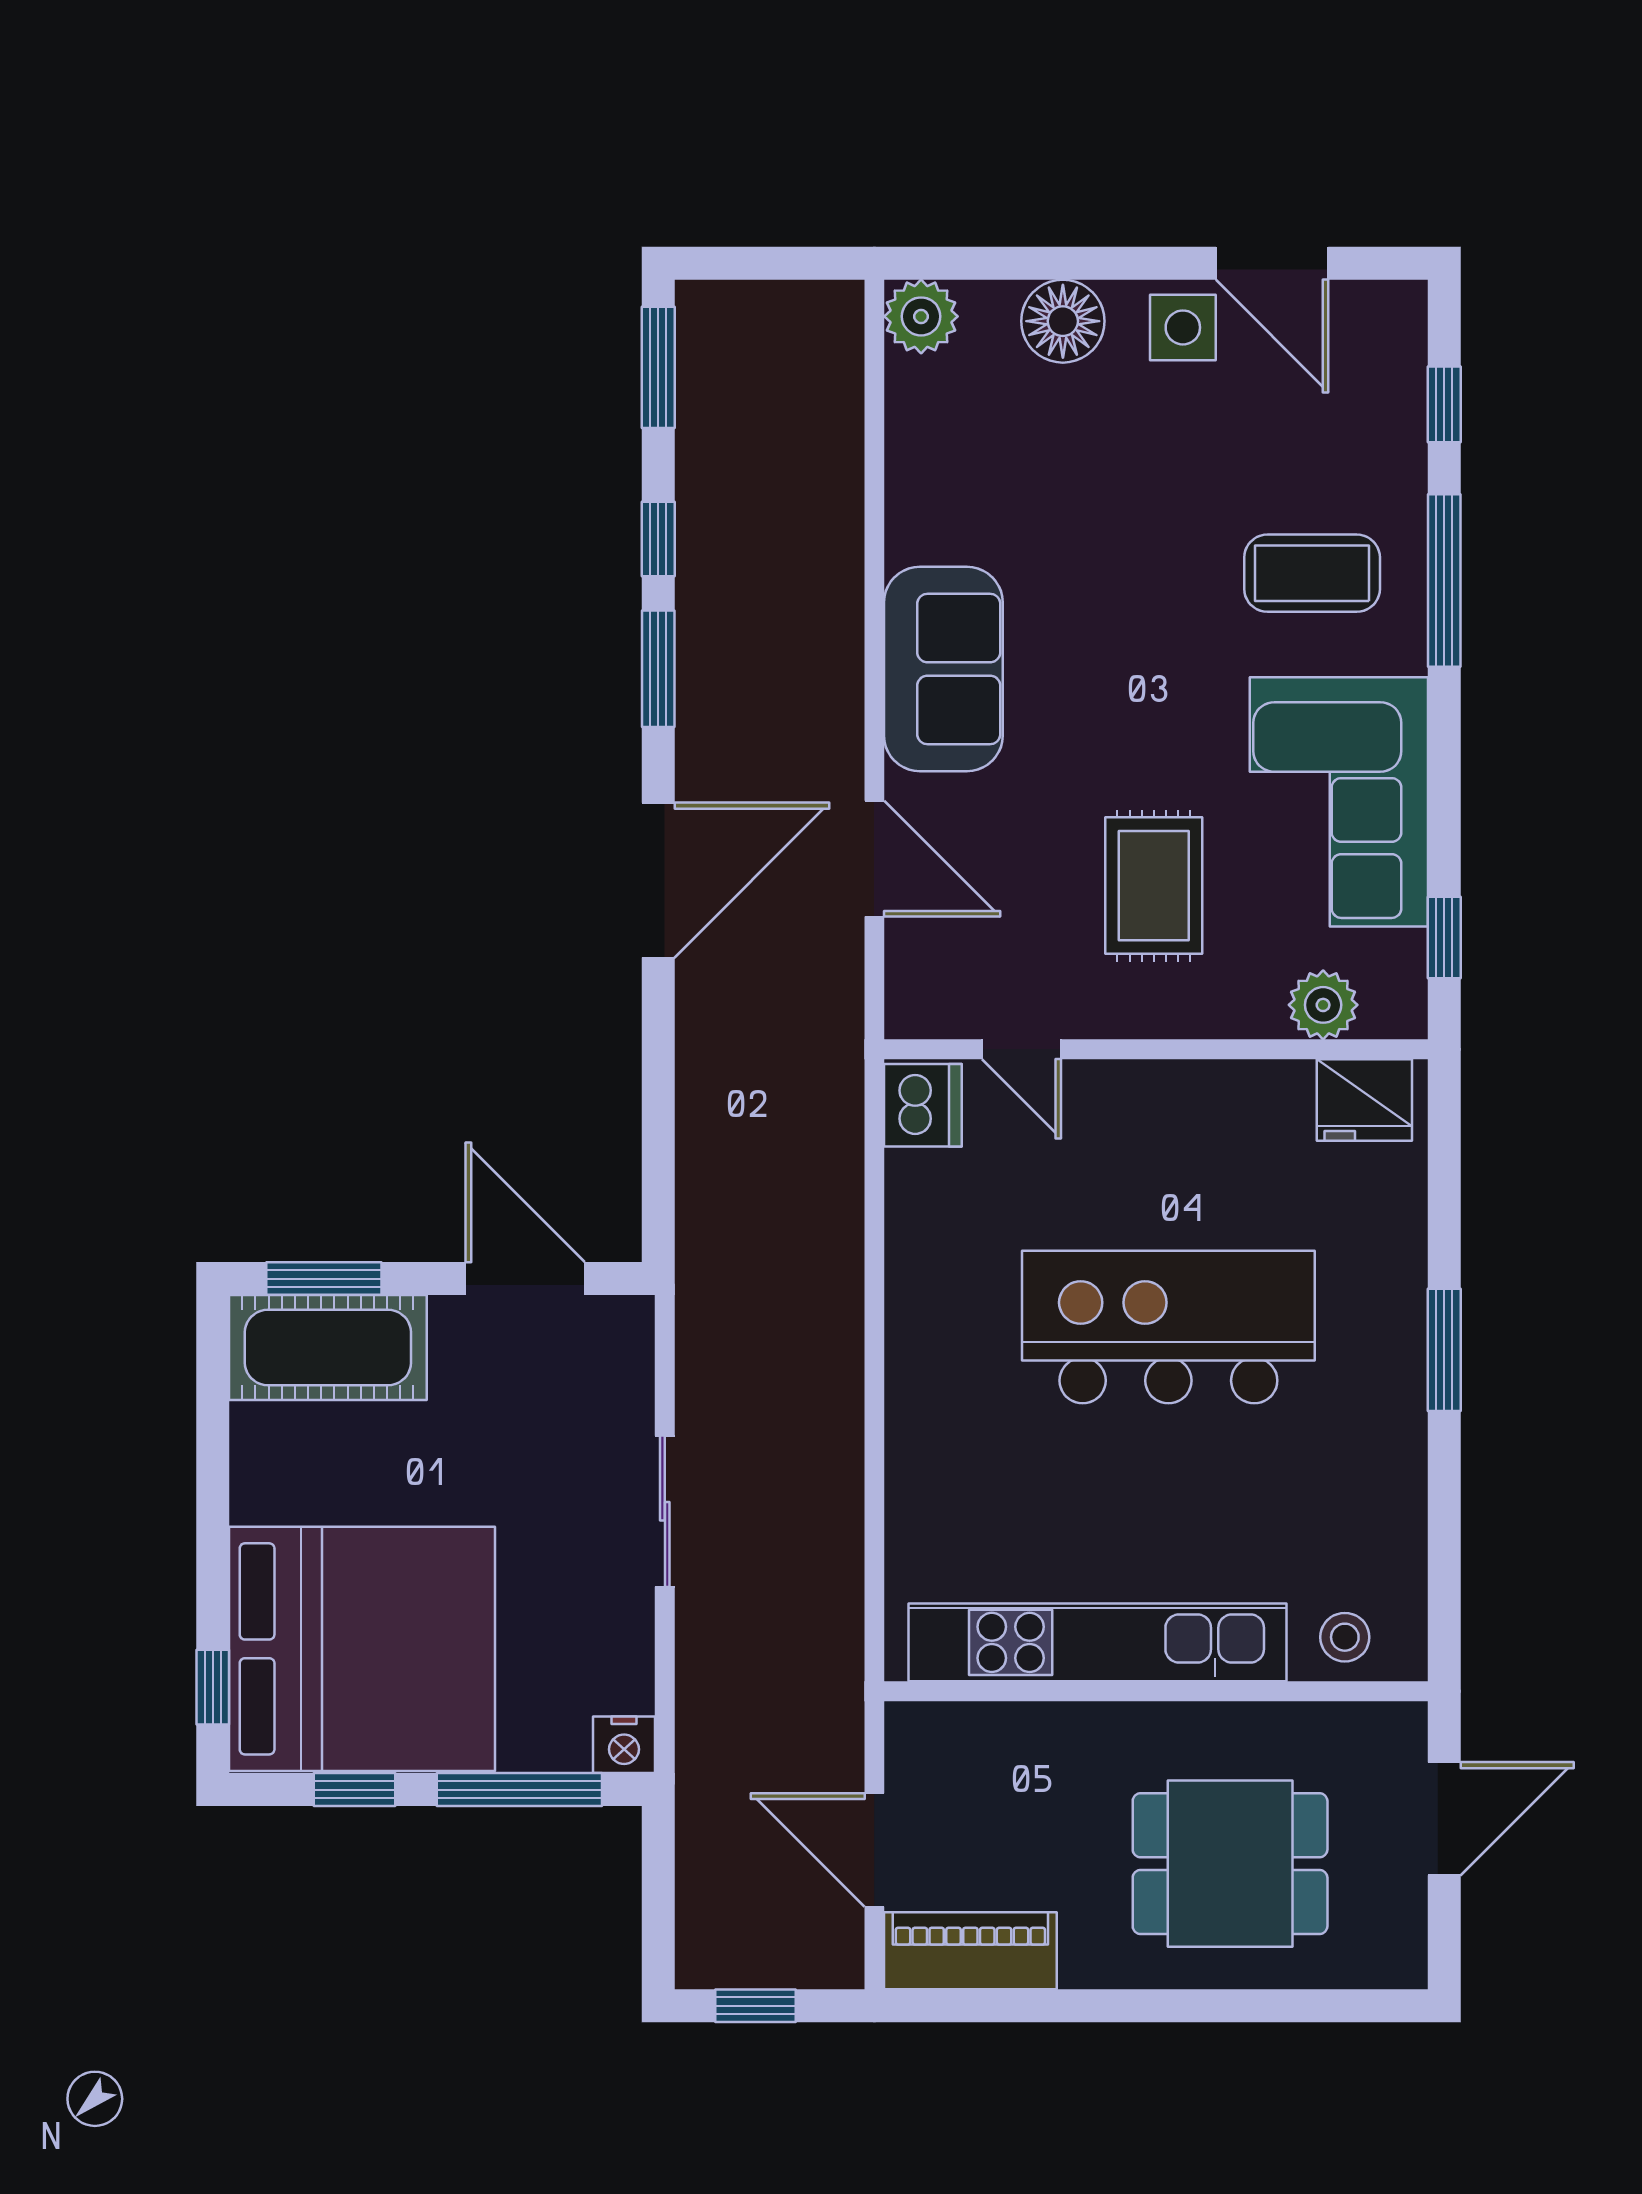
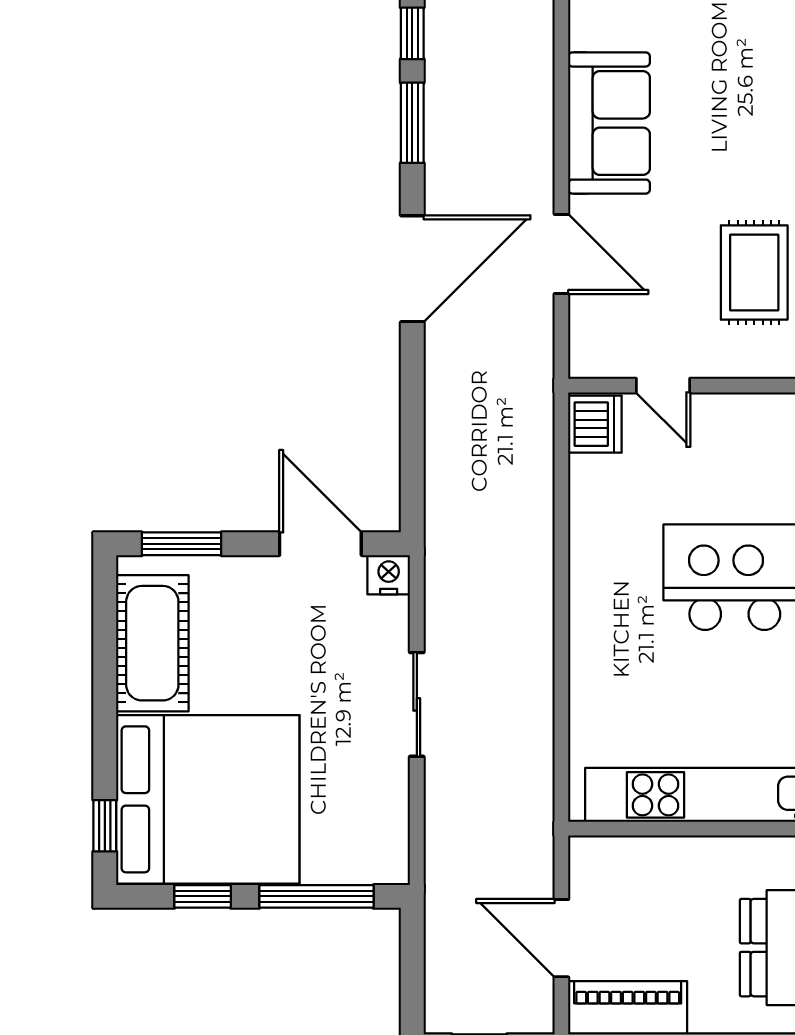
cot: (328, 1347) -> (152, 643), moved, turned 90
nightstand: (624, 1745) -> (389, 575), moved, turned 180

